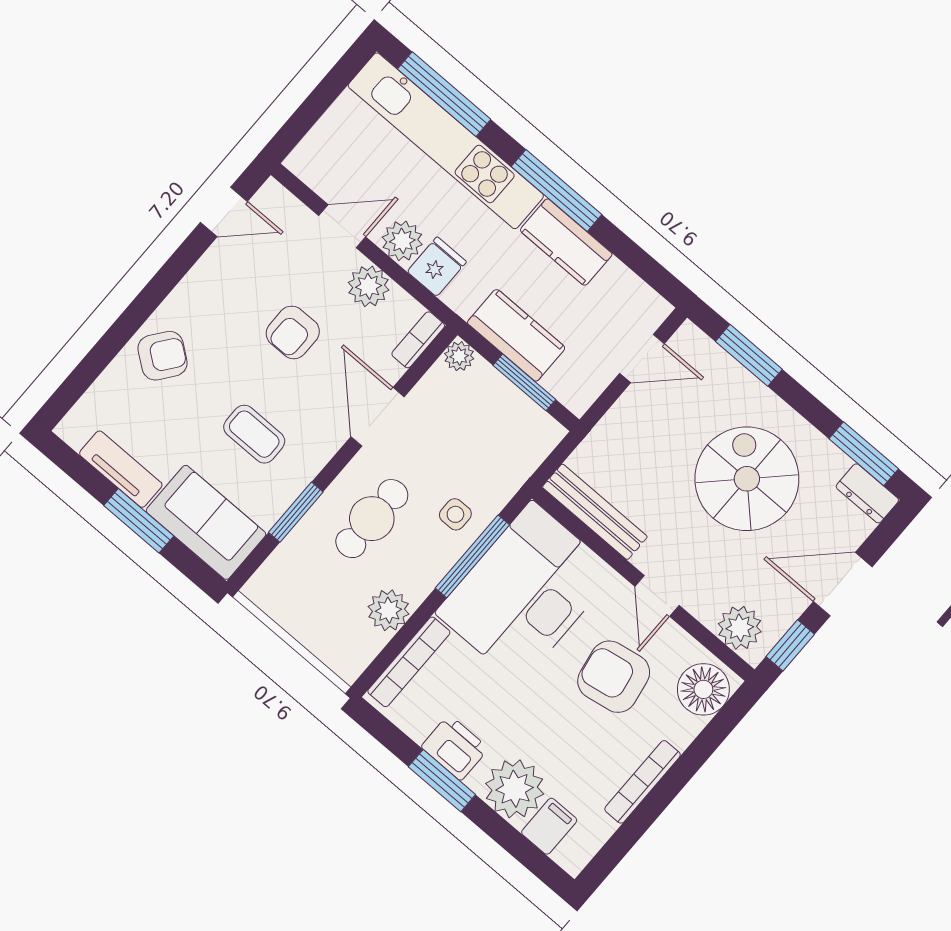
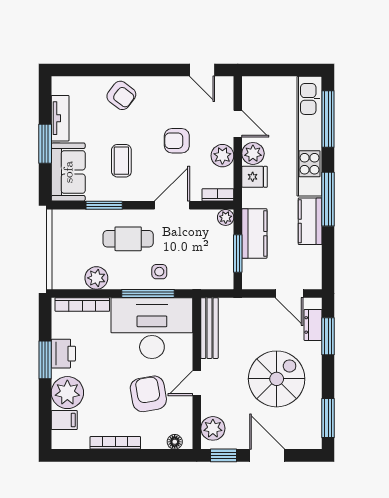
dresser: (867, 493) -> (313, 325), moved
floor lamp: (703, 689) -> (175, 442), width x0.53, depth x0.53

